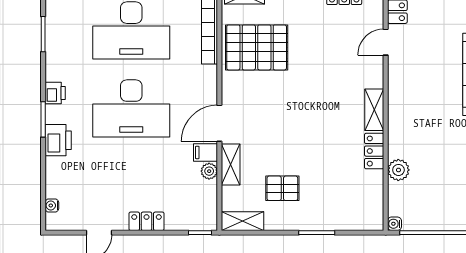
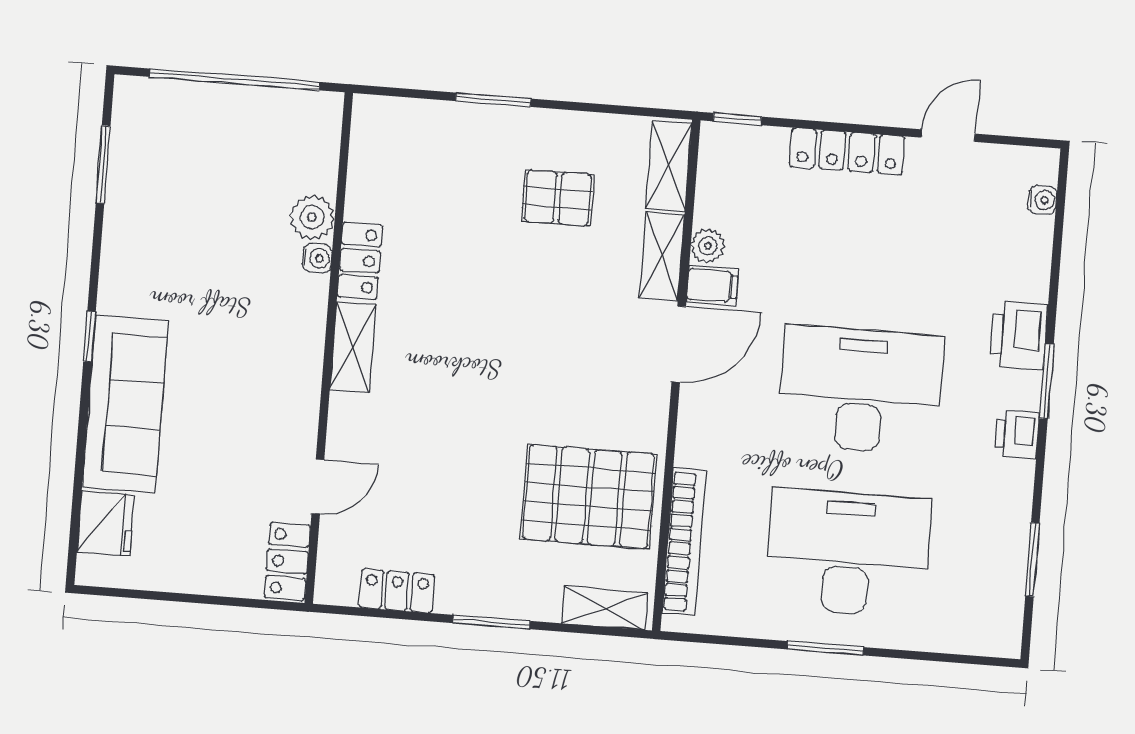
locker: (147, 221) -> (847, 151), width x1.53
shelving: (242, 221) -> (669, 166), moved, turned 90
water cooler: (394, 224) -> (317, 258), moved

